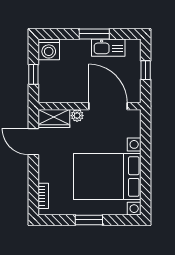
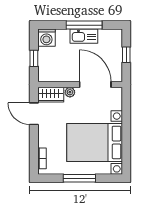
window: (94, 34) -> (84, 25), width x1.44
kitchen sink: (108, 48) -> (84, 36), moved
window: (89, 220) -> (79, 178), width x1.44

